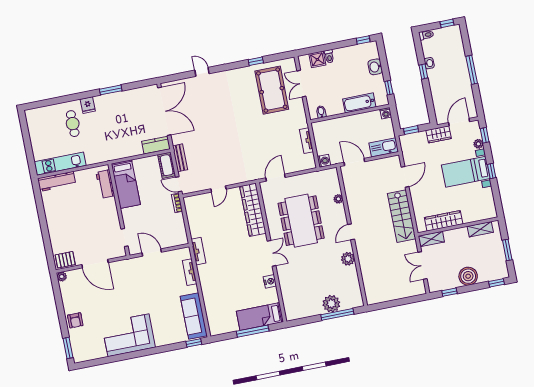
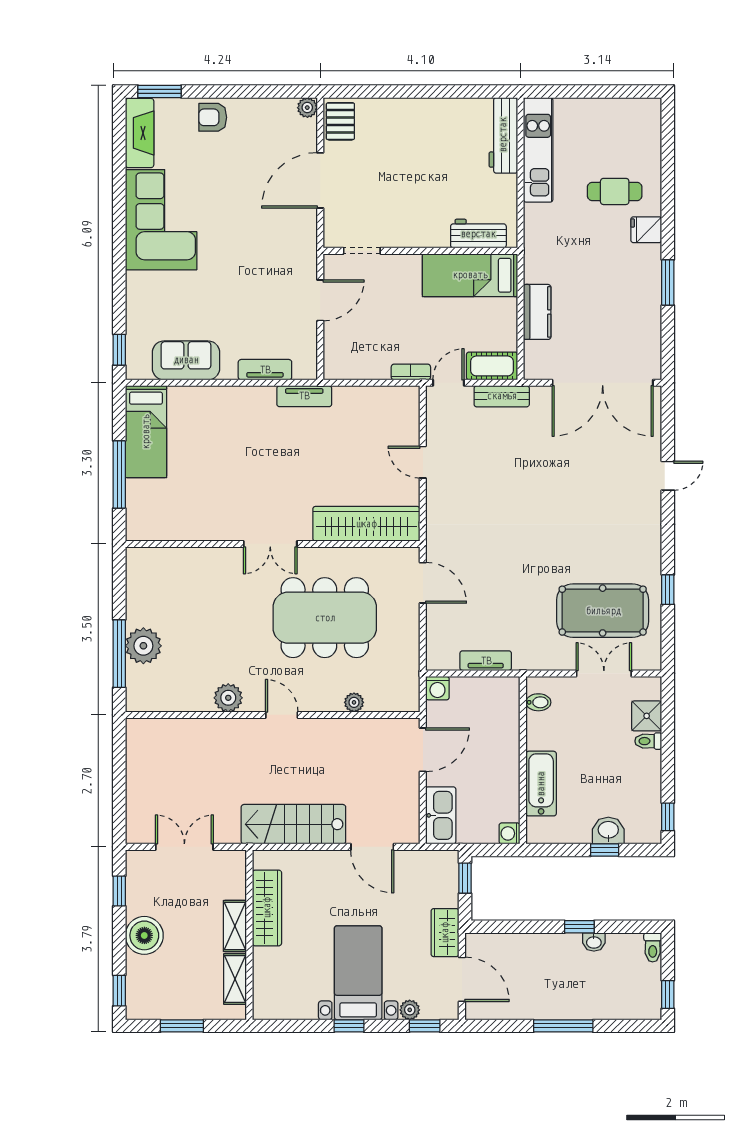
window: (389, 88) -> (605, 850), moved
kitchen counter: (156, 145) -> (537, 312), moved
shelving: (431, 239) -> (235, 926), moved
nightstand: (270, 281) -> (214, 530), removed
sofa: (194, 316) -> (186, 360), width x0.73
bed: (260, 317) -> (146, 432), moved, turned 180
fireplace: (89, 353) -> (140, 133), added

